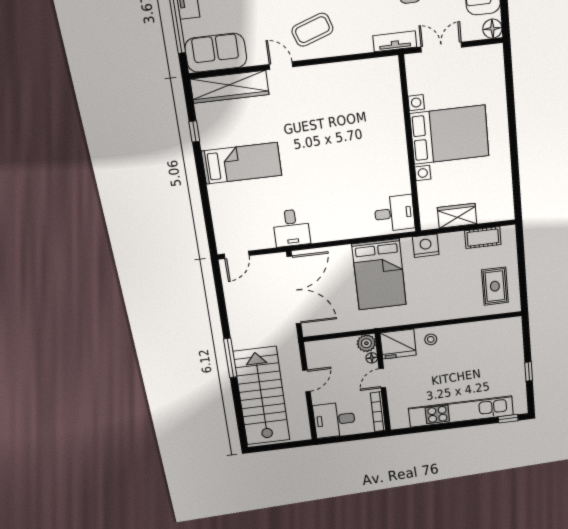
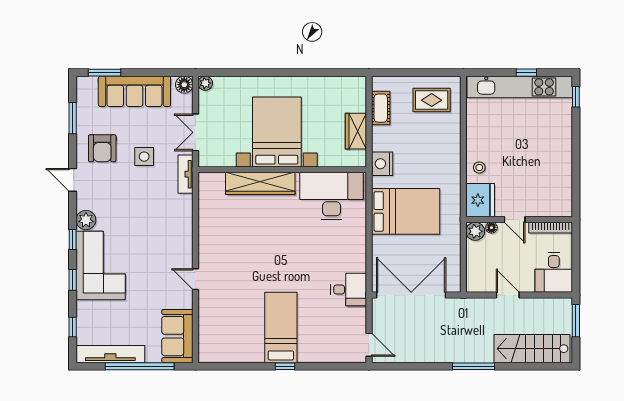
coffee table: (312, 30) -> (167, 247), removed
plant: (496, 52) -> (205, 83), added
door: (281, 66) -> (195, 279), hinge flipped
wardrobe: (230, 87) -> (260, 183), moved, turned 90
window: (194, 131) -> (285, 366), moved
desk: (394, 213) -> (331, 196), width x1.87, depth x1.30
stairs: (262, 396) -> (532, 349), width x0.73, depth x0.66
kitchen unit: (461, 412) -> (520, 87), moved, turned -90
window: (290, 445) -> (576, 321), added

